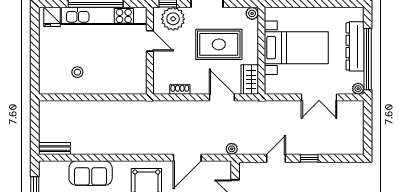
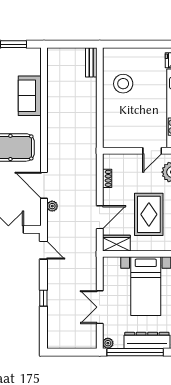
stool: (77, 72) -> (123, 84), width x1.89, depth x1.89
bench: (54, 149) -> (91, 62), moved
plant: (232, 149) -> (52, 206), moved
door: (276, 158) -> (43, 250), moved

